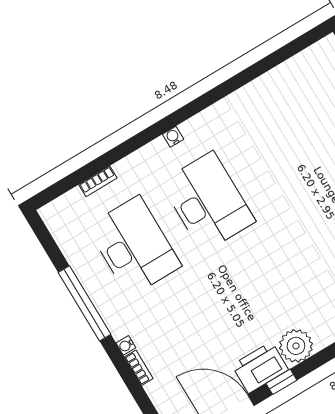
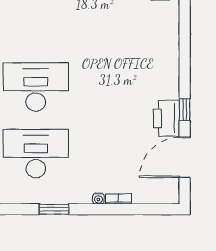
window: (84, 303) -> (54, 209), width x0.47
plant: (296, 346) -> (167, 86), removed

